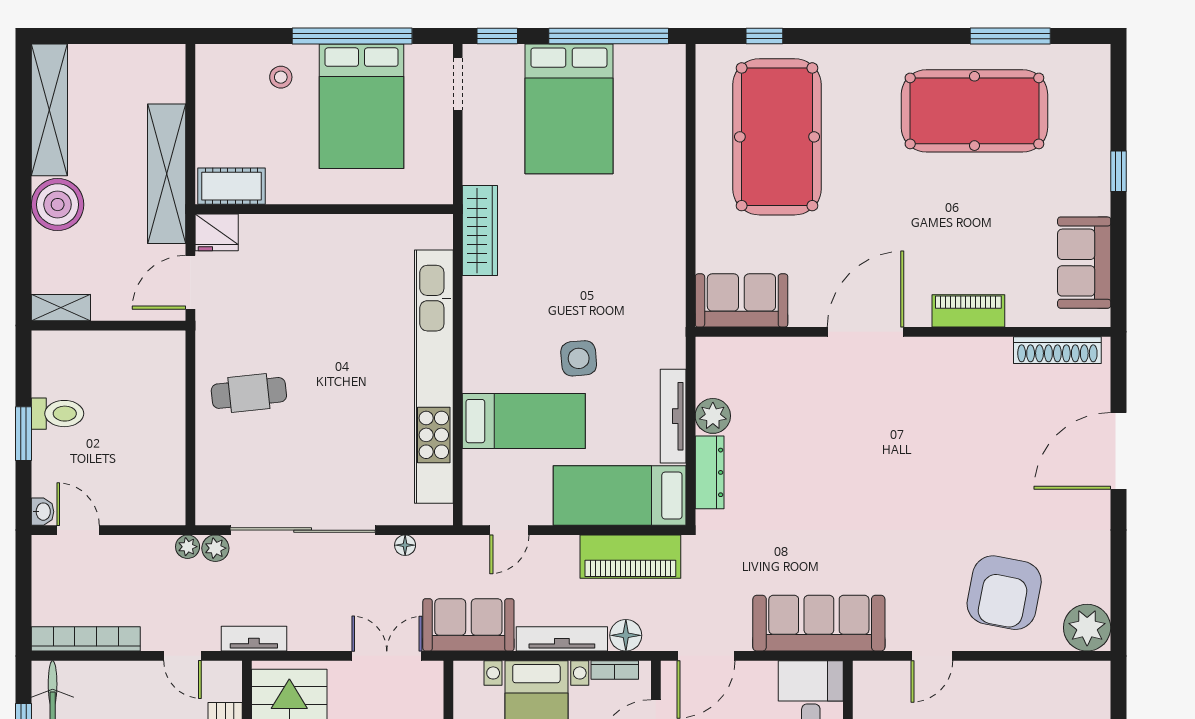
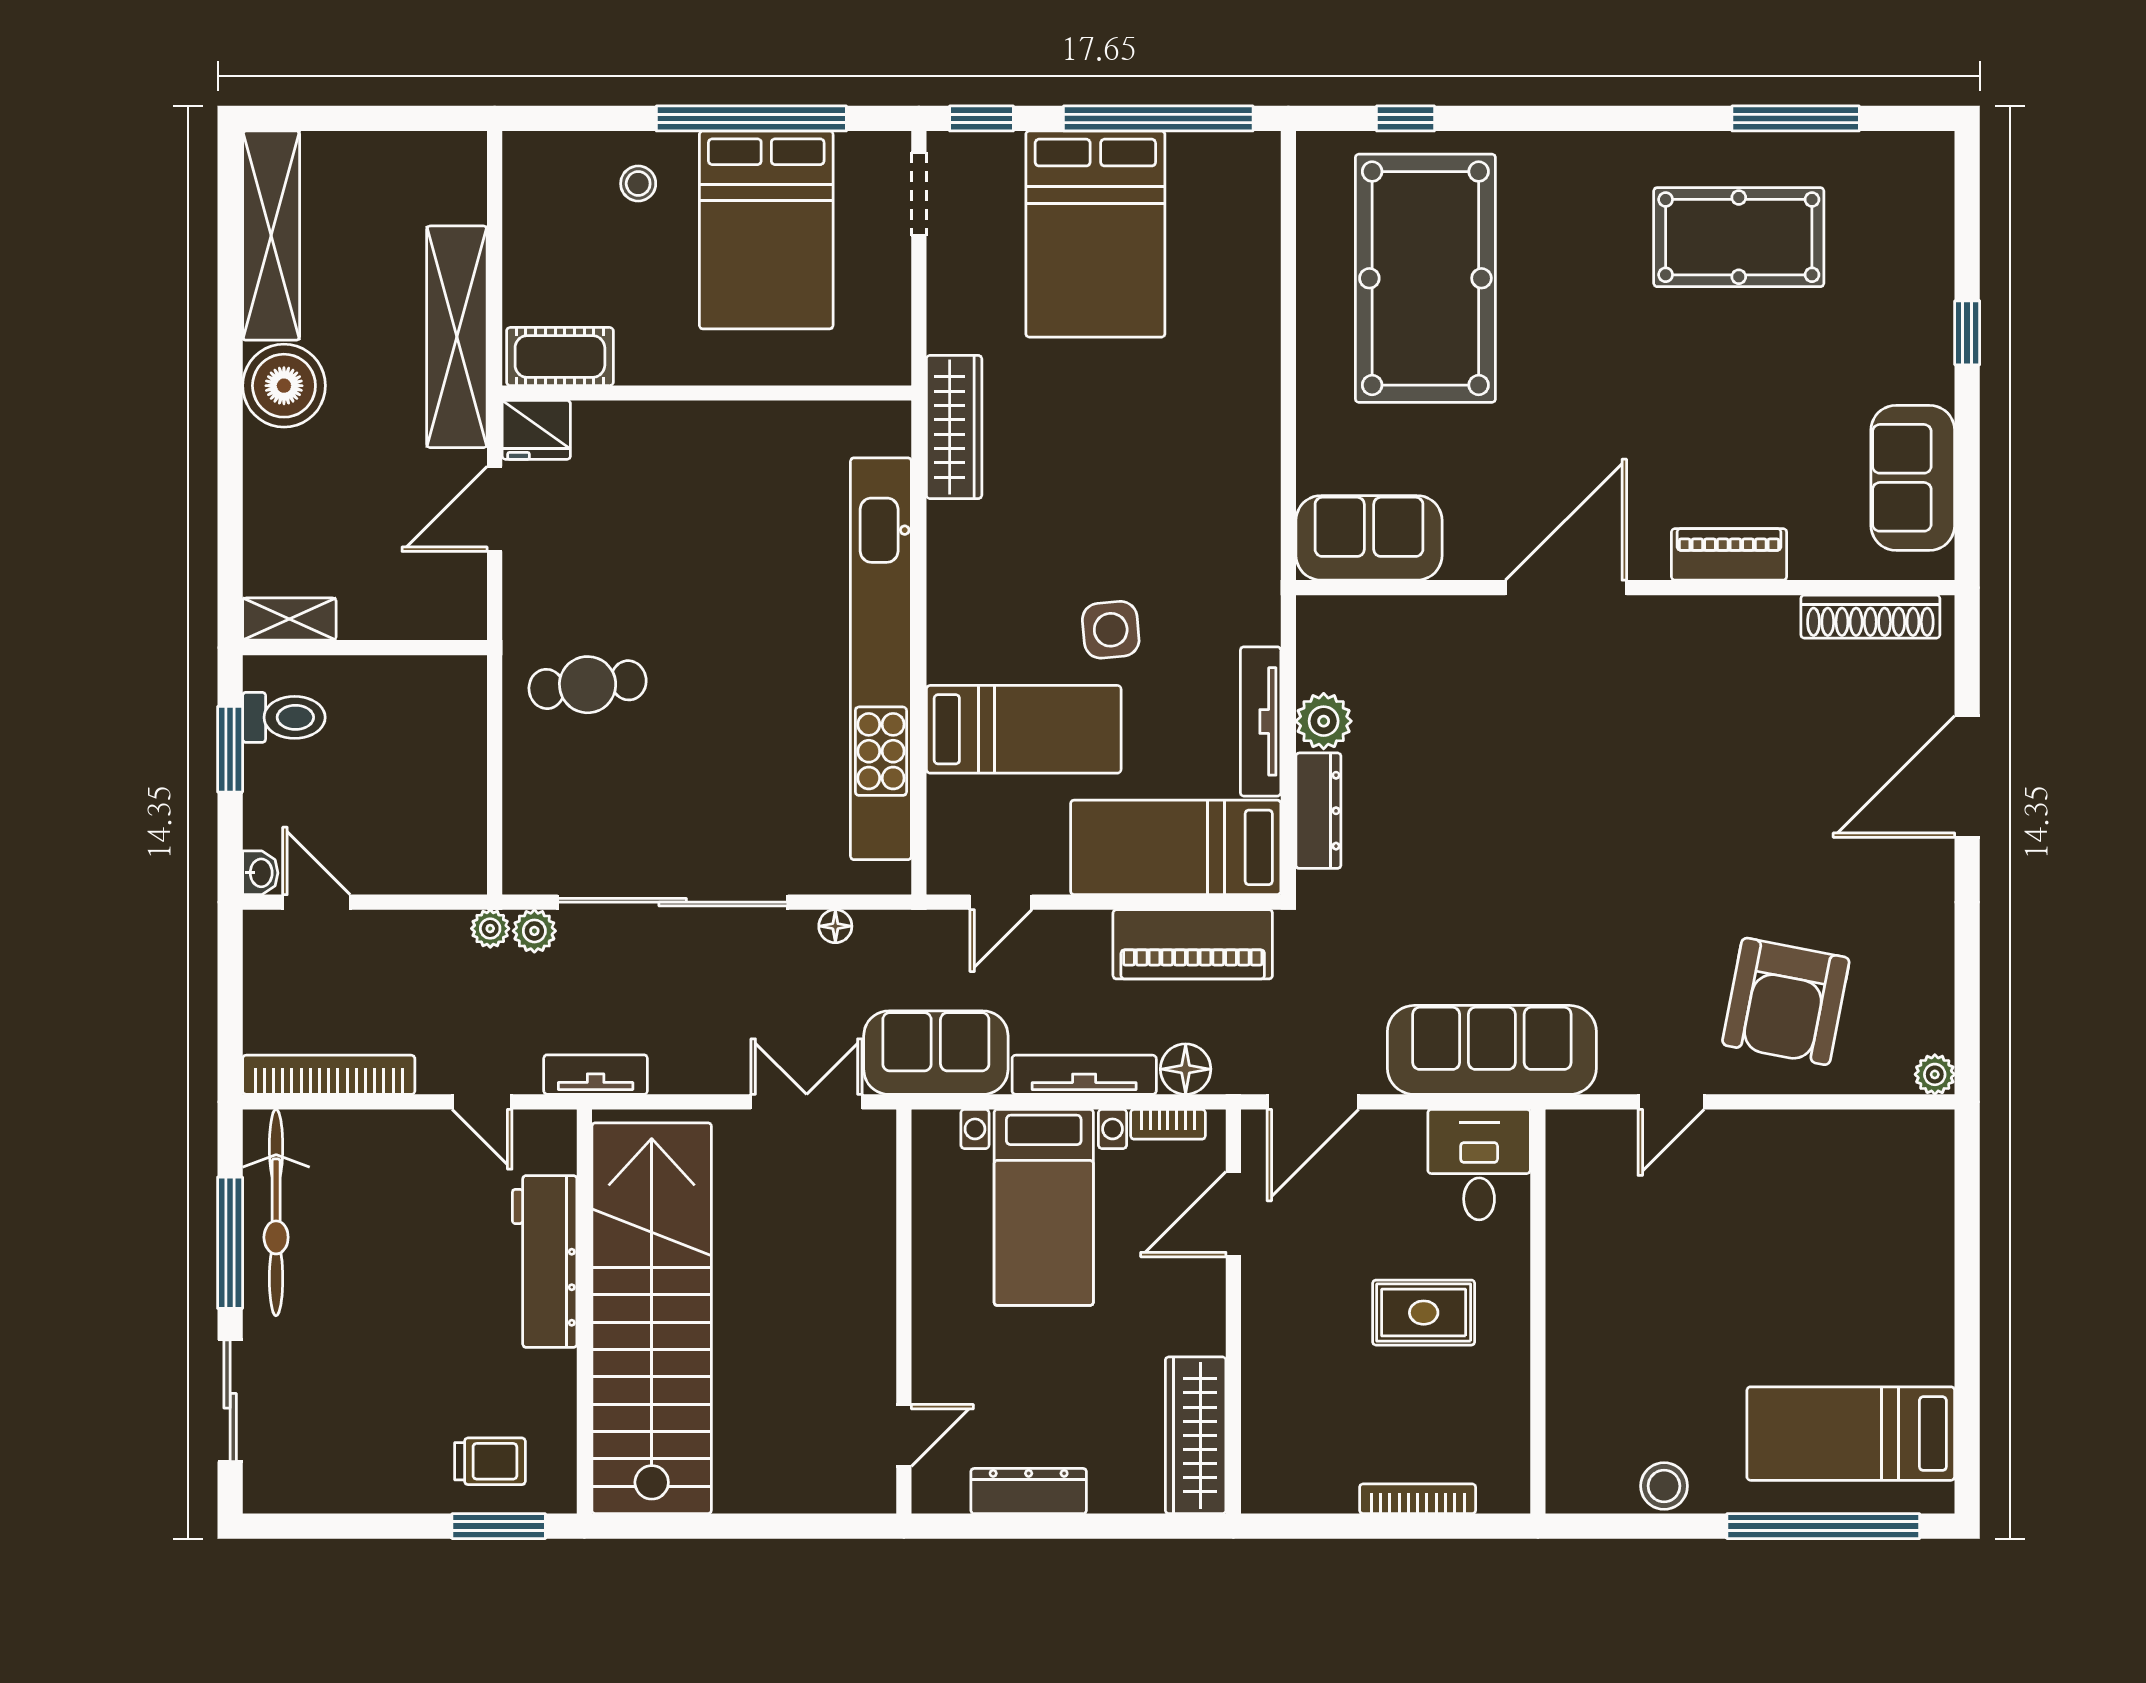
pool table: (974, 111) -> (1739, 237), width x0.73, depth x0.76
shelving: (61, 308) -> (289, 619), moved
wall: (109, 326) -> (365, 648), moved
plant: (1087, 628) -> (1935, 1074), width x0.53, depth x0.53

